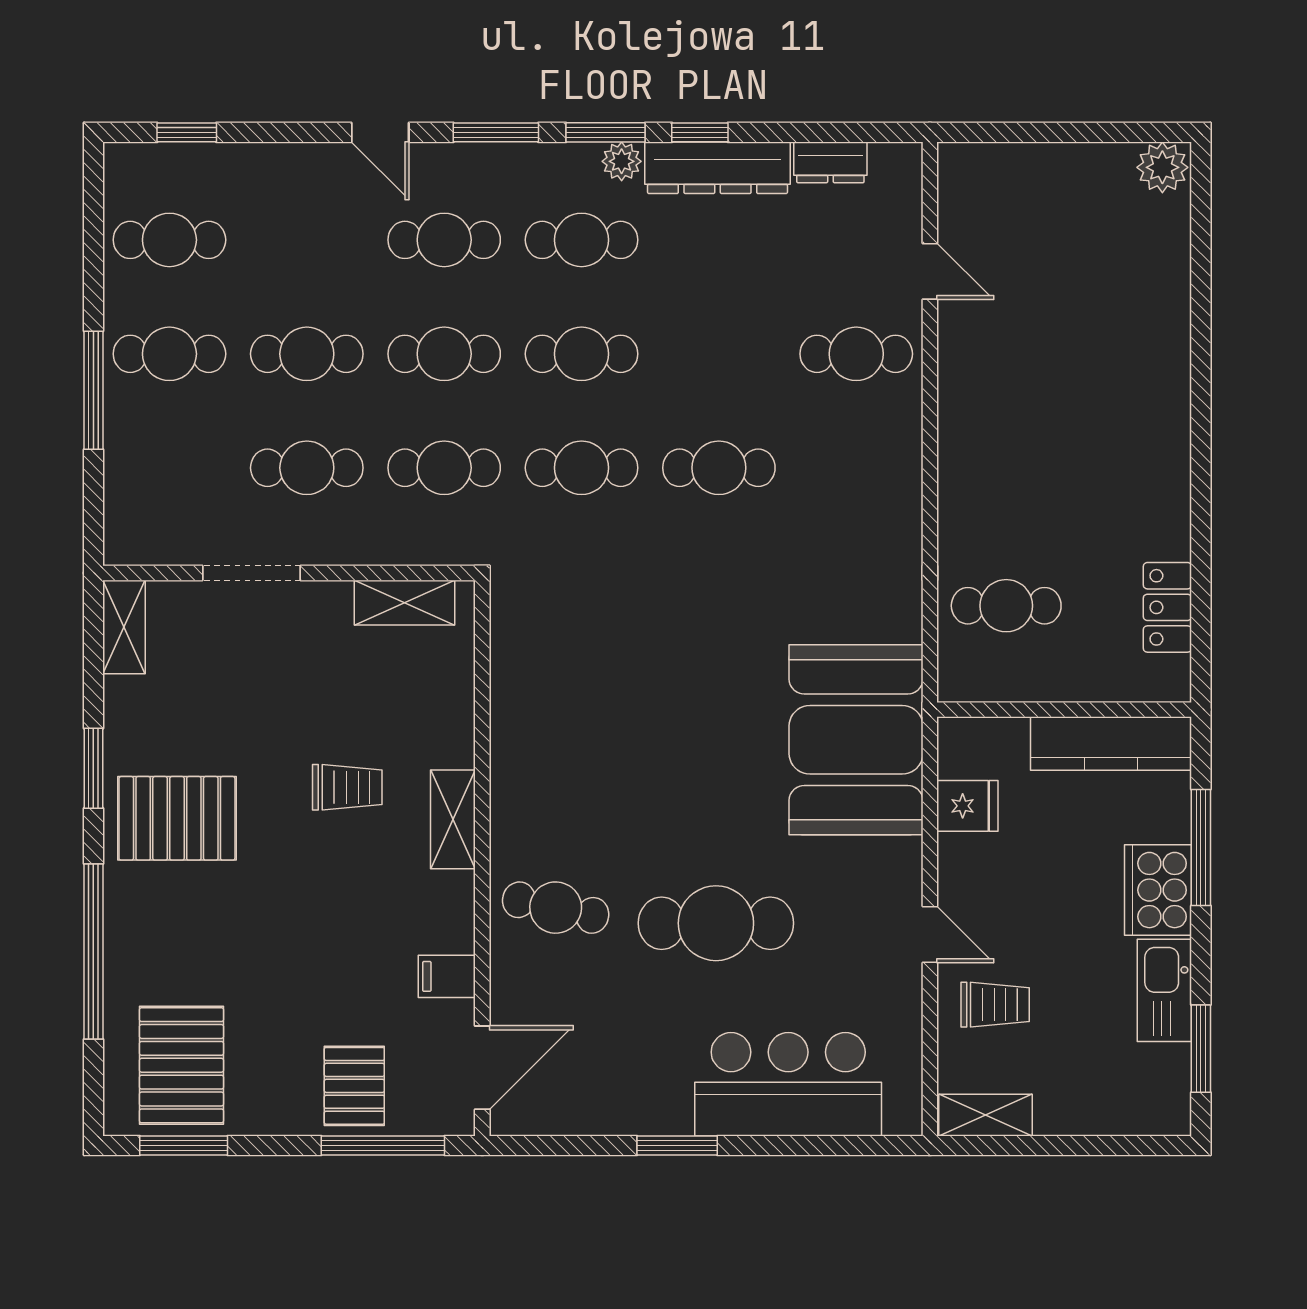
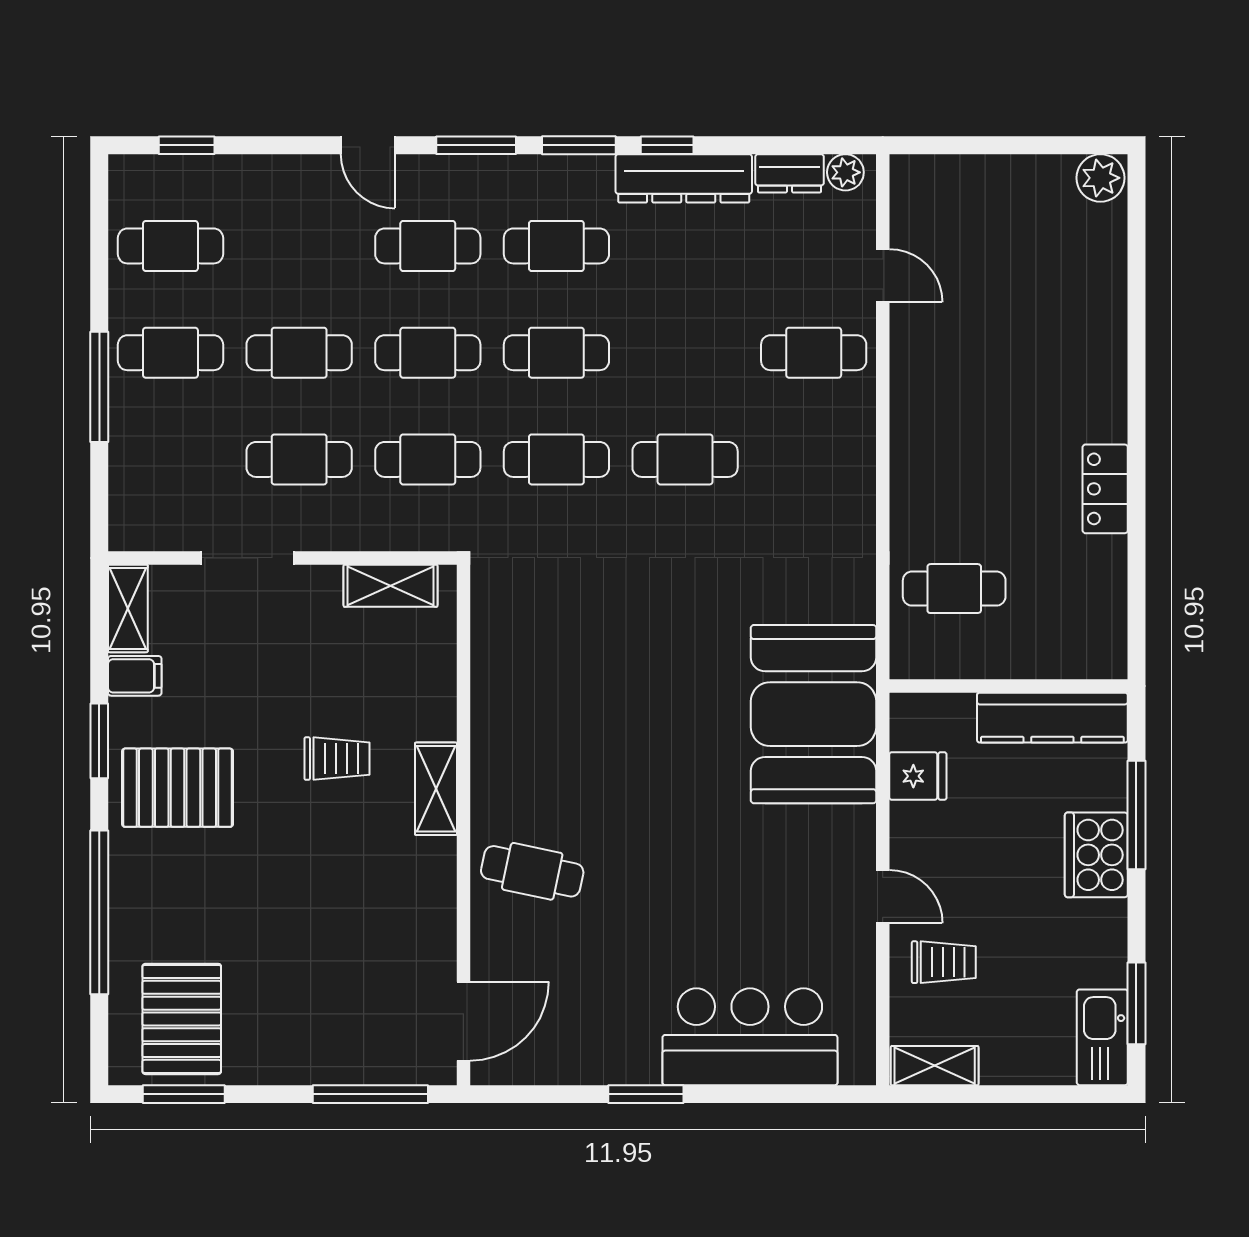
plant: (622, 161) -> (845, 172), moved
locker: (1167, 607) -> (1105, 489), moved
cafe table: (716, 923) -> (682, 886), removed
filing cabinet: (447, 976) -> (135, 676), moved, turned 180
kitchen sink: (1164, 990) -> (1102, 1037), moved
pallet: (354, 1086) -> (344, 1038), removed

